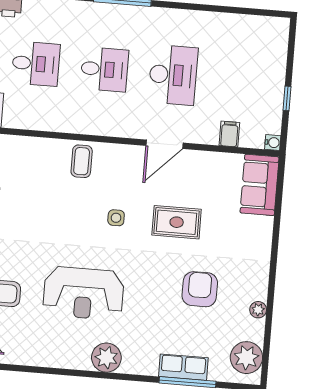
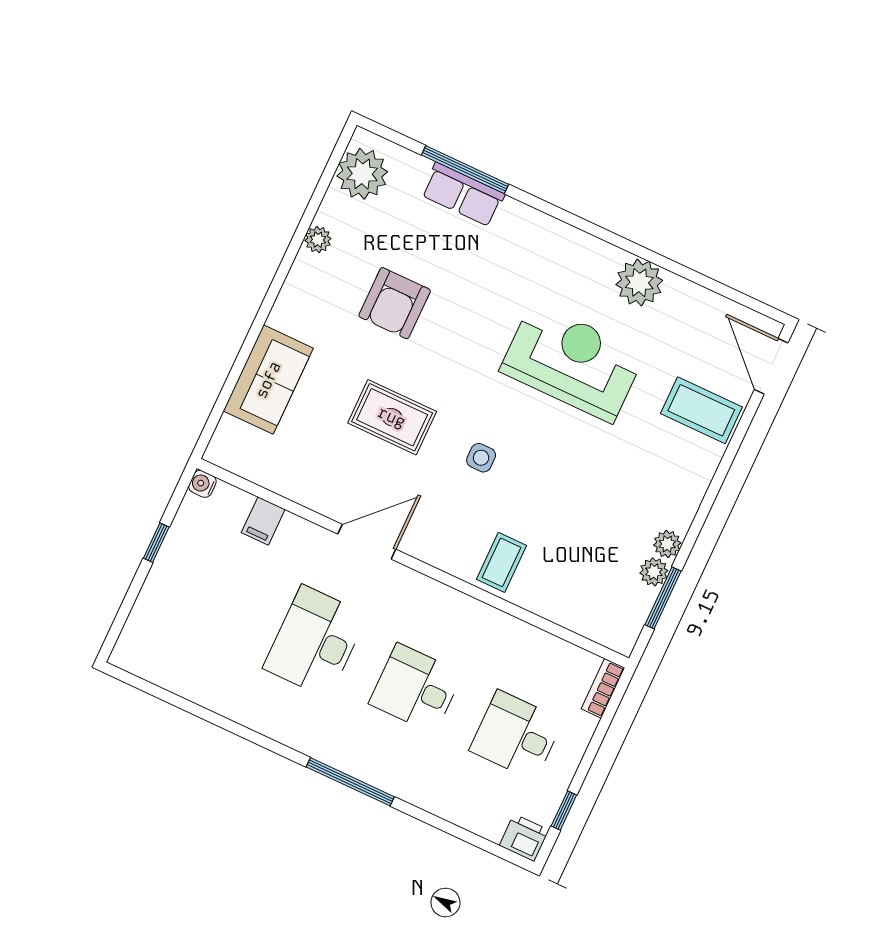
sofa: (260, 185) -> (268, 380), moved
plant: (106, 358) -> (639, 283), moved

